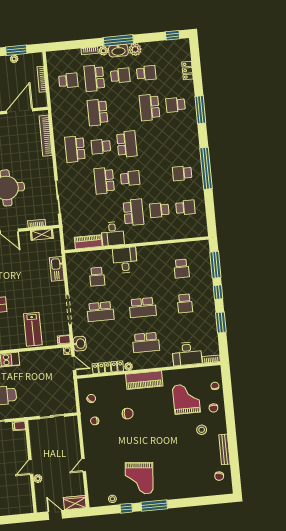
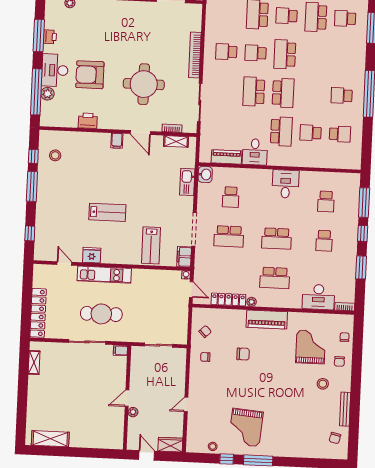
school desk: (124, 110) -> (287, 16), added
bookcase: (46, 136) -> (195, 55), moved
school desk: (127, 144) -> (285, 54), turned 180
school desk: (75, 149) -> (226, 52), width x0.54
school desk: (130, 178) -> (283, 93), width x1.85
desk: (125, 260) -> (286, 184), moved
filing cabinet: (64, 340) -> (184, 257), width x2.00
washbasin: (80, 344) -> (205, 174), moved

